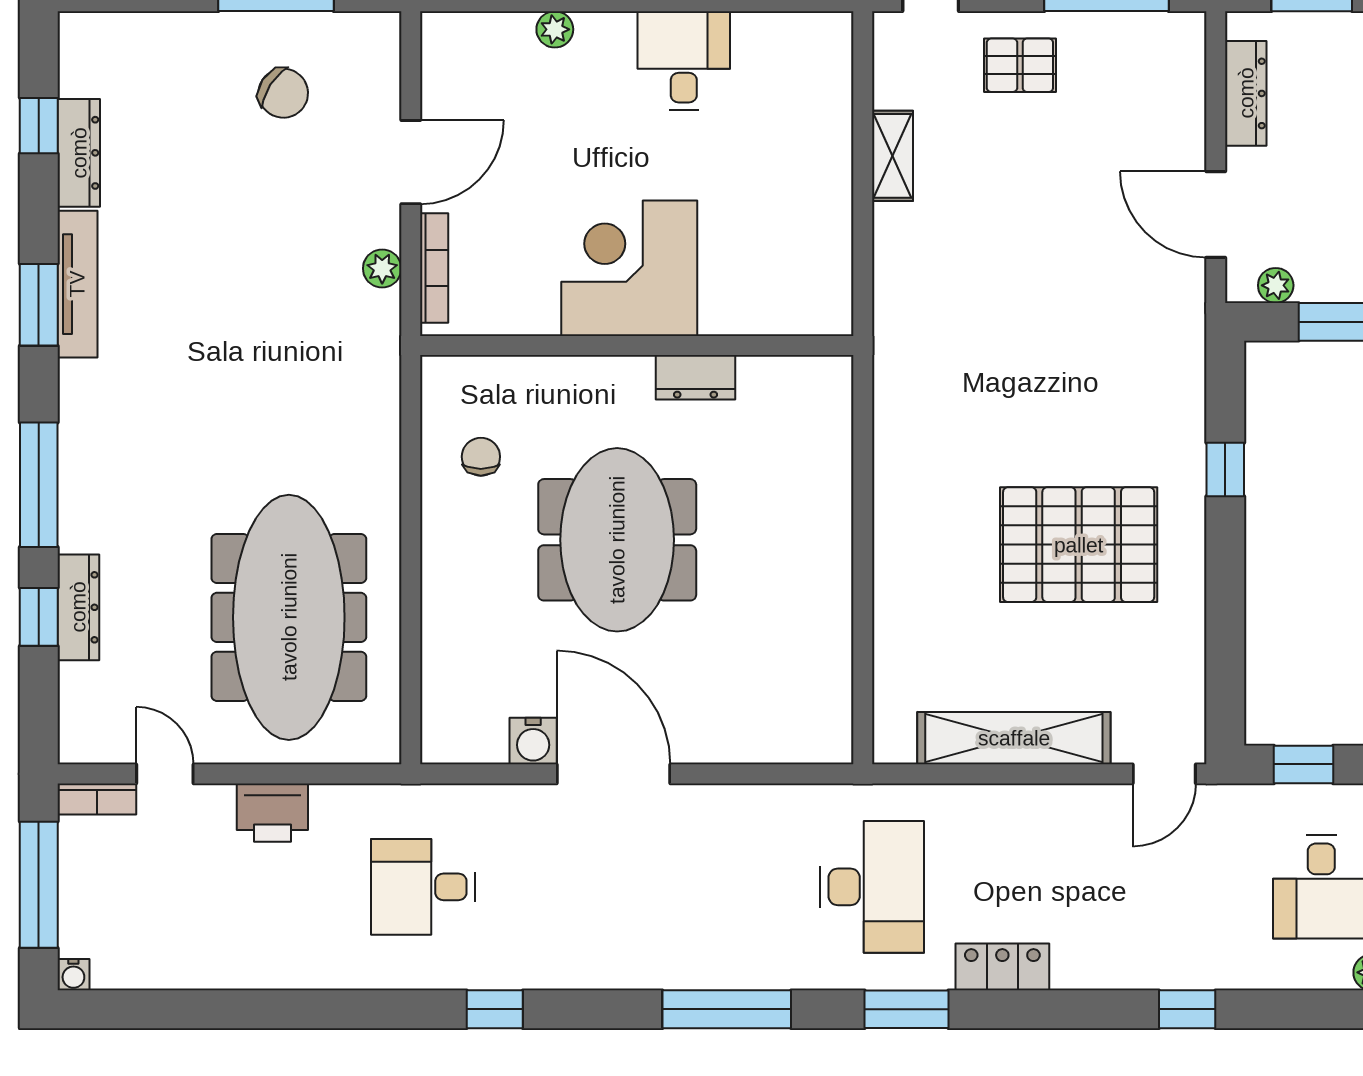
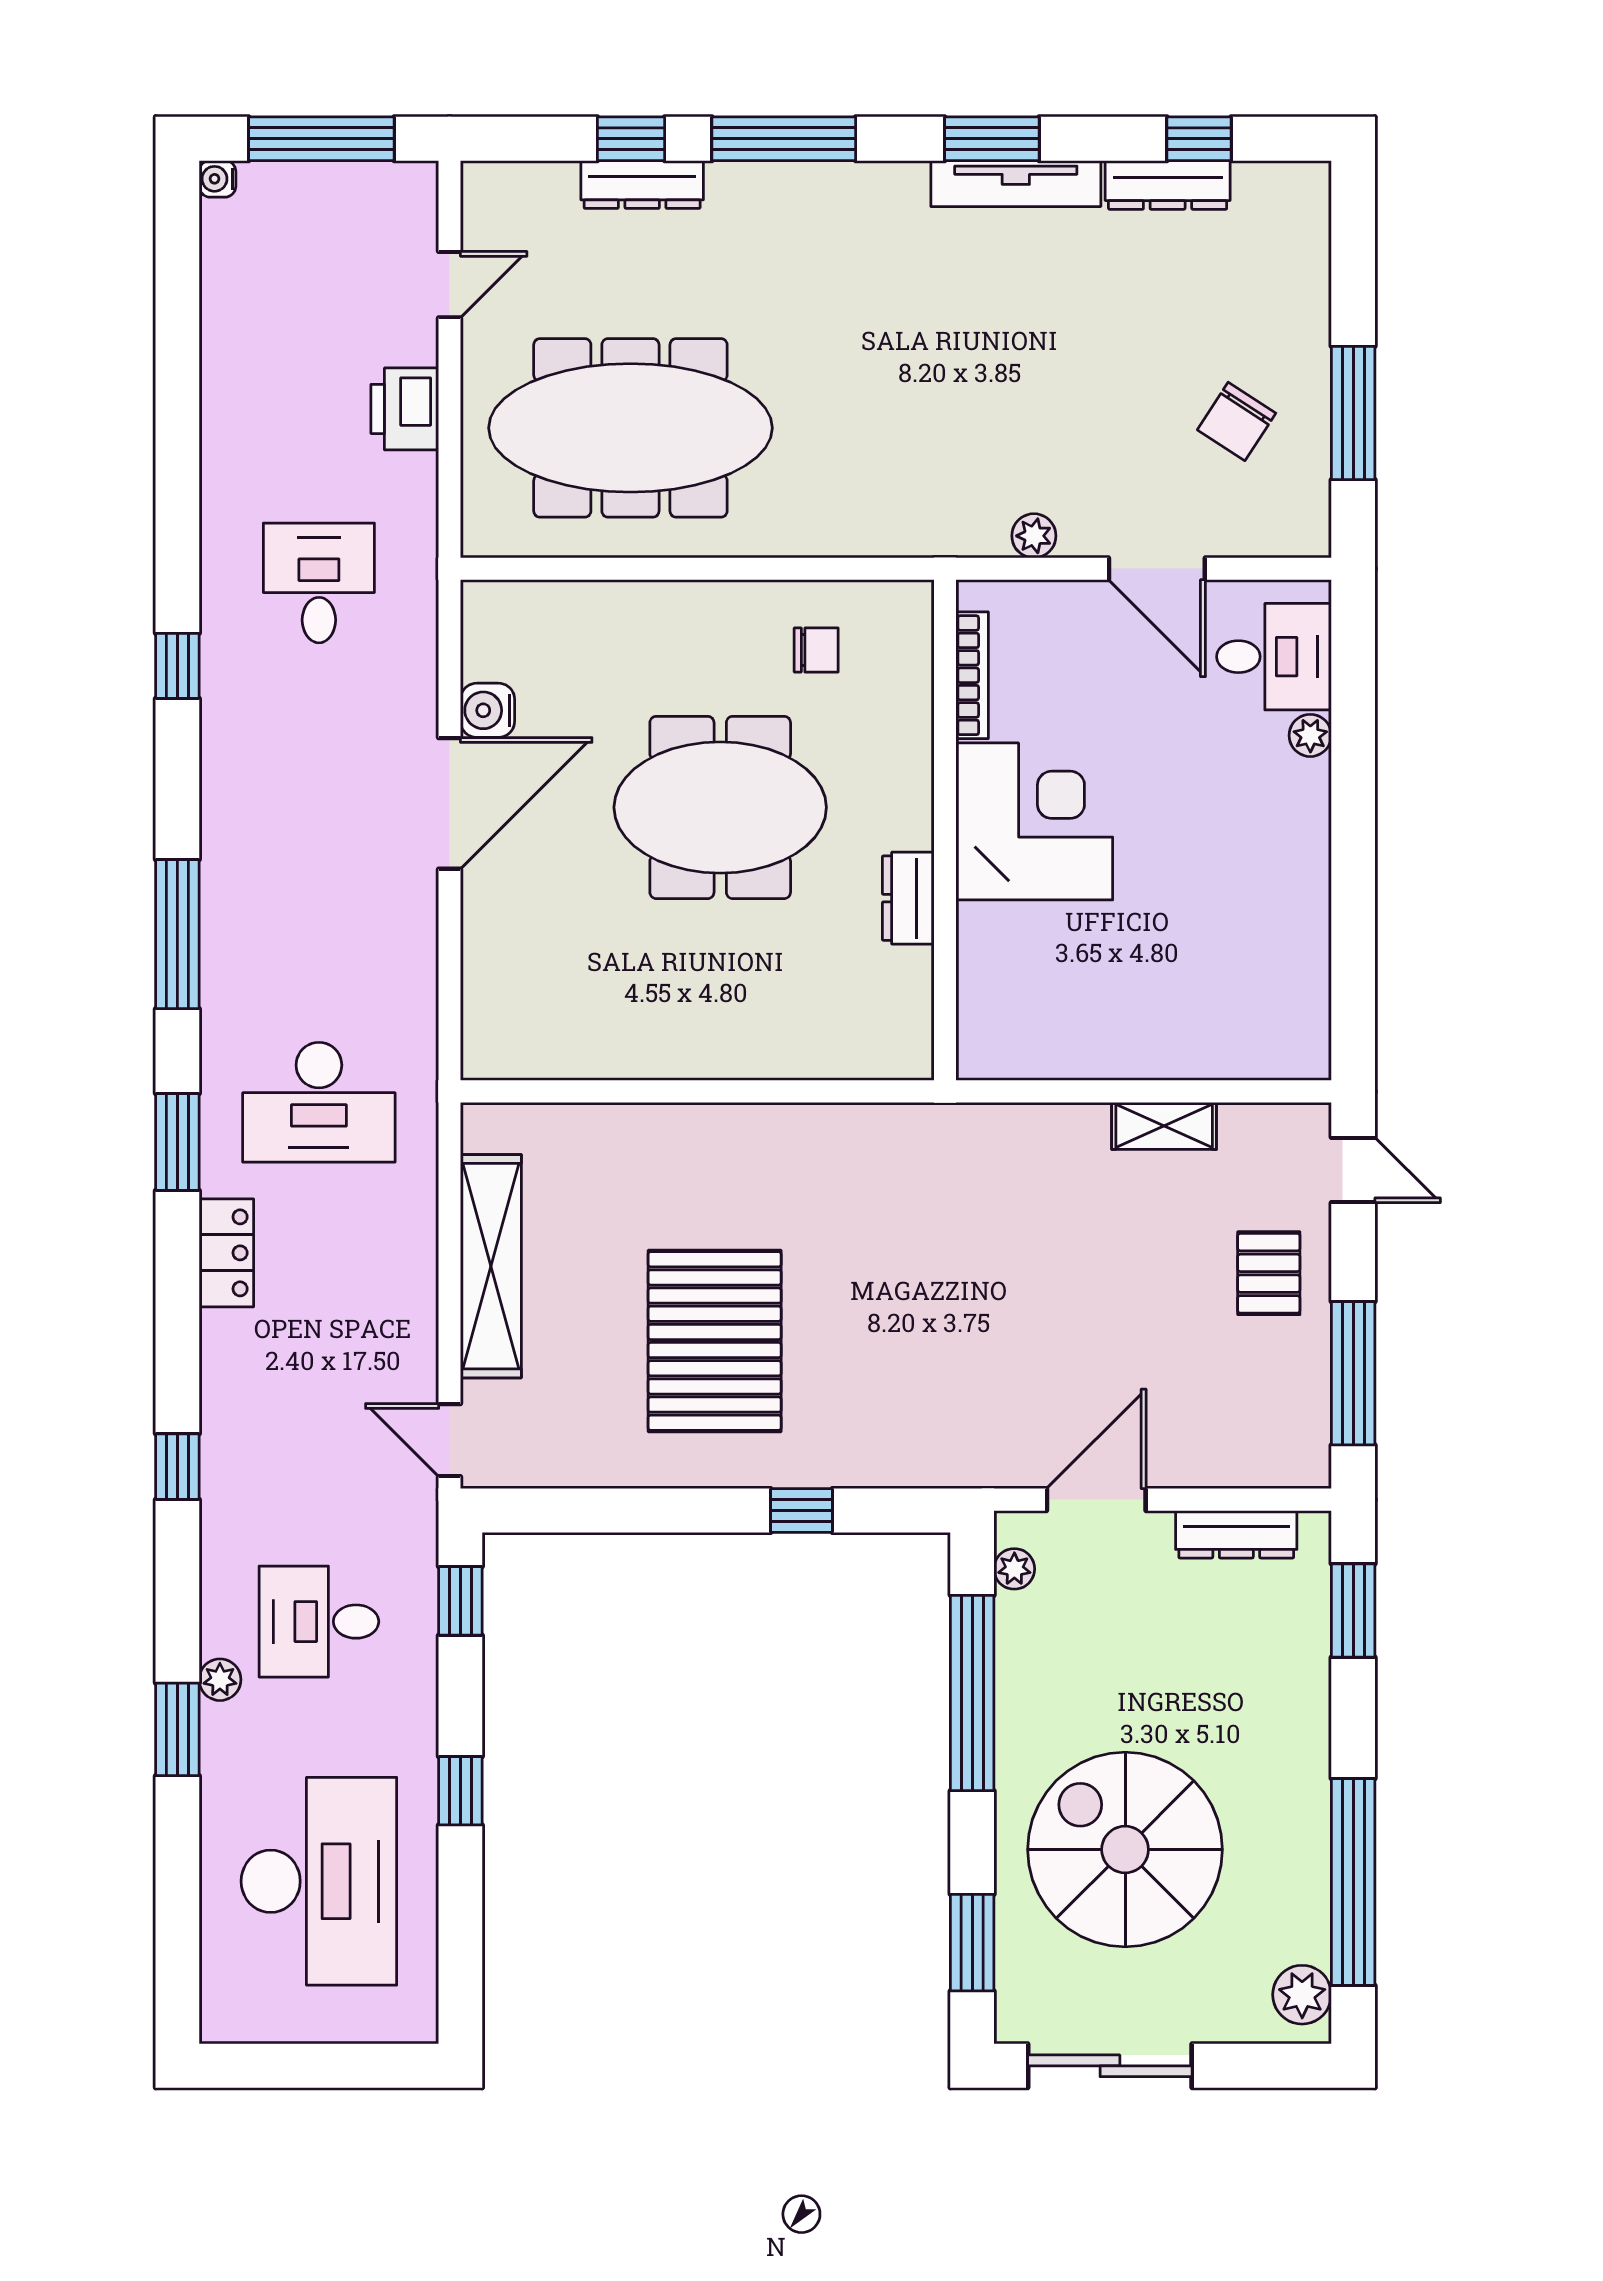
desk: (684, 61) -> (1274, 657), moved
bookcase: (434, 268) -> (972, 675), moved, turned -90
bookcase: (97, 799) -> (421, 206), removed

